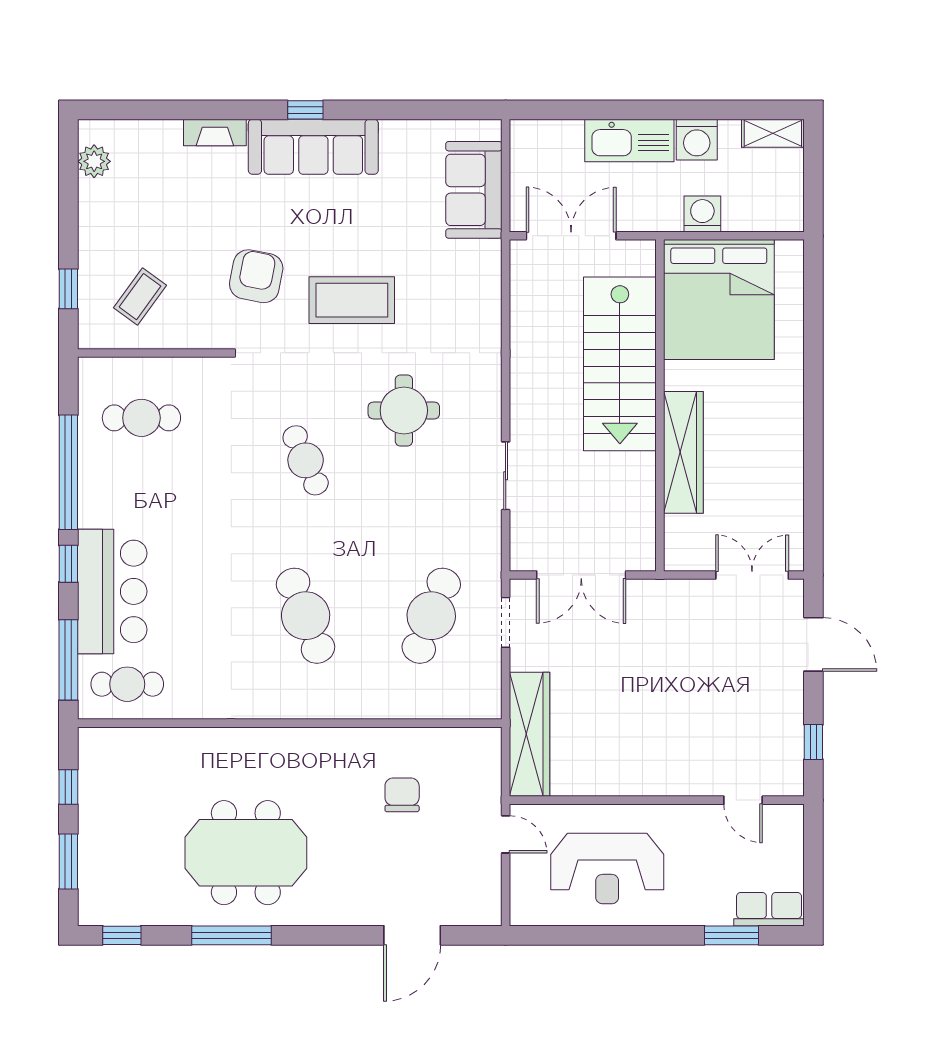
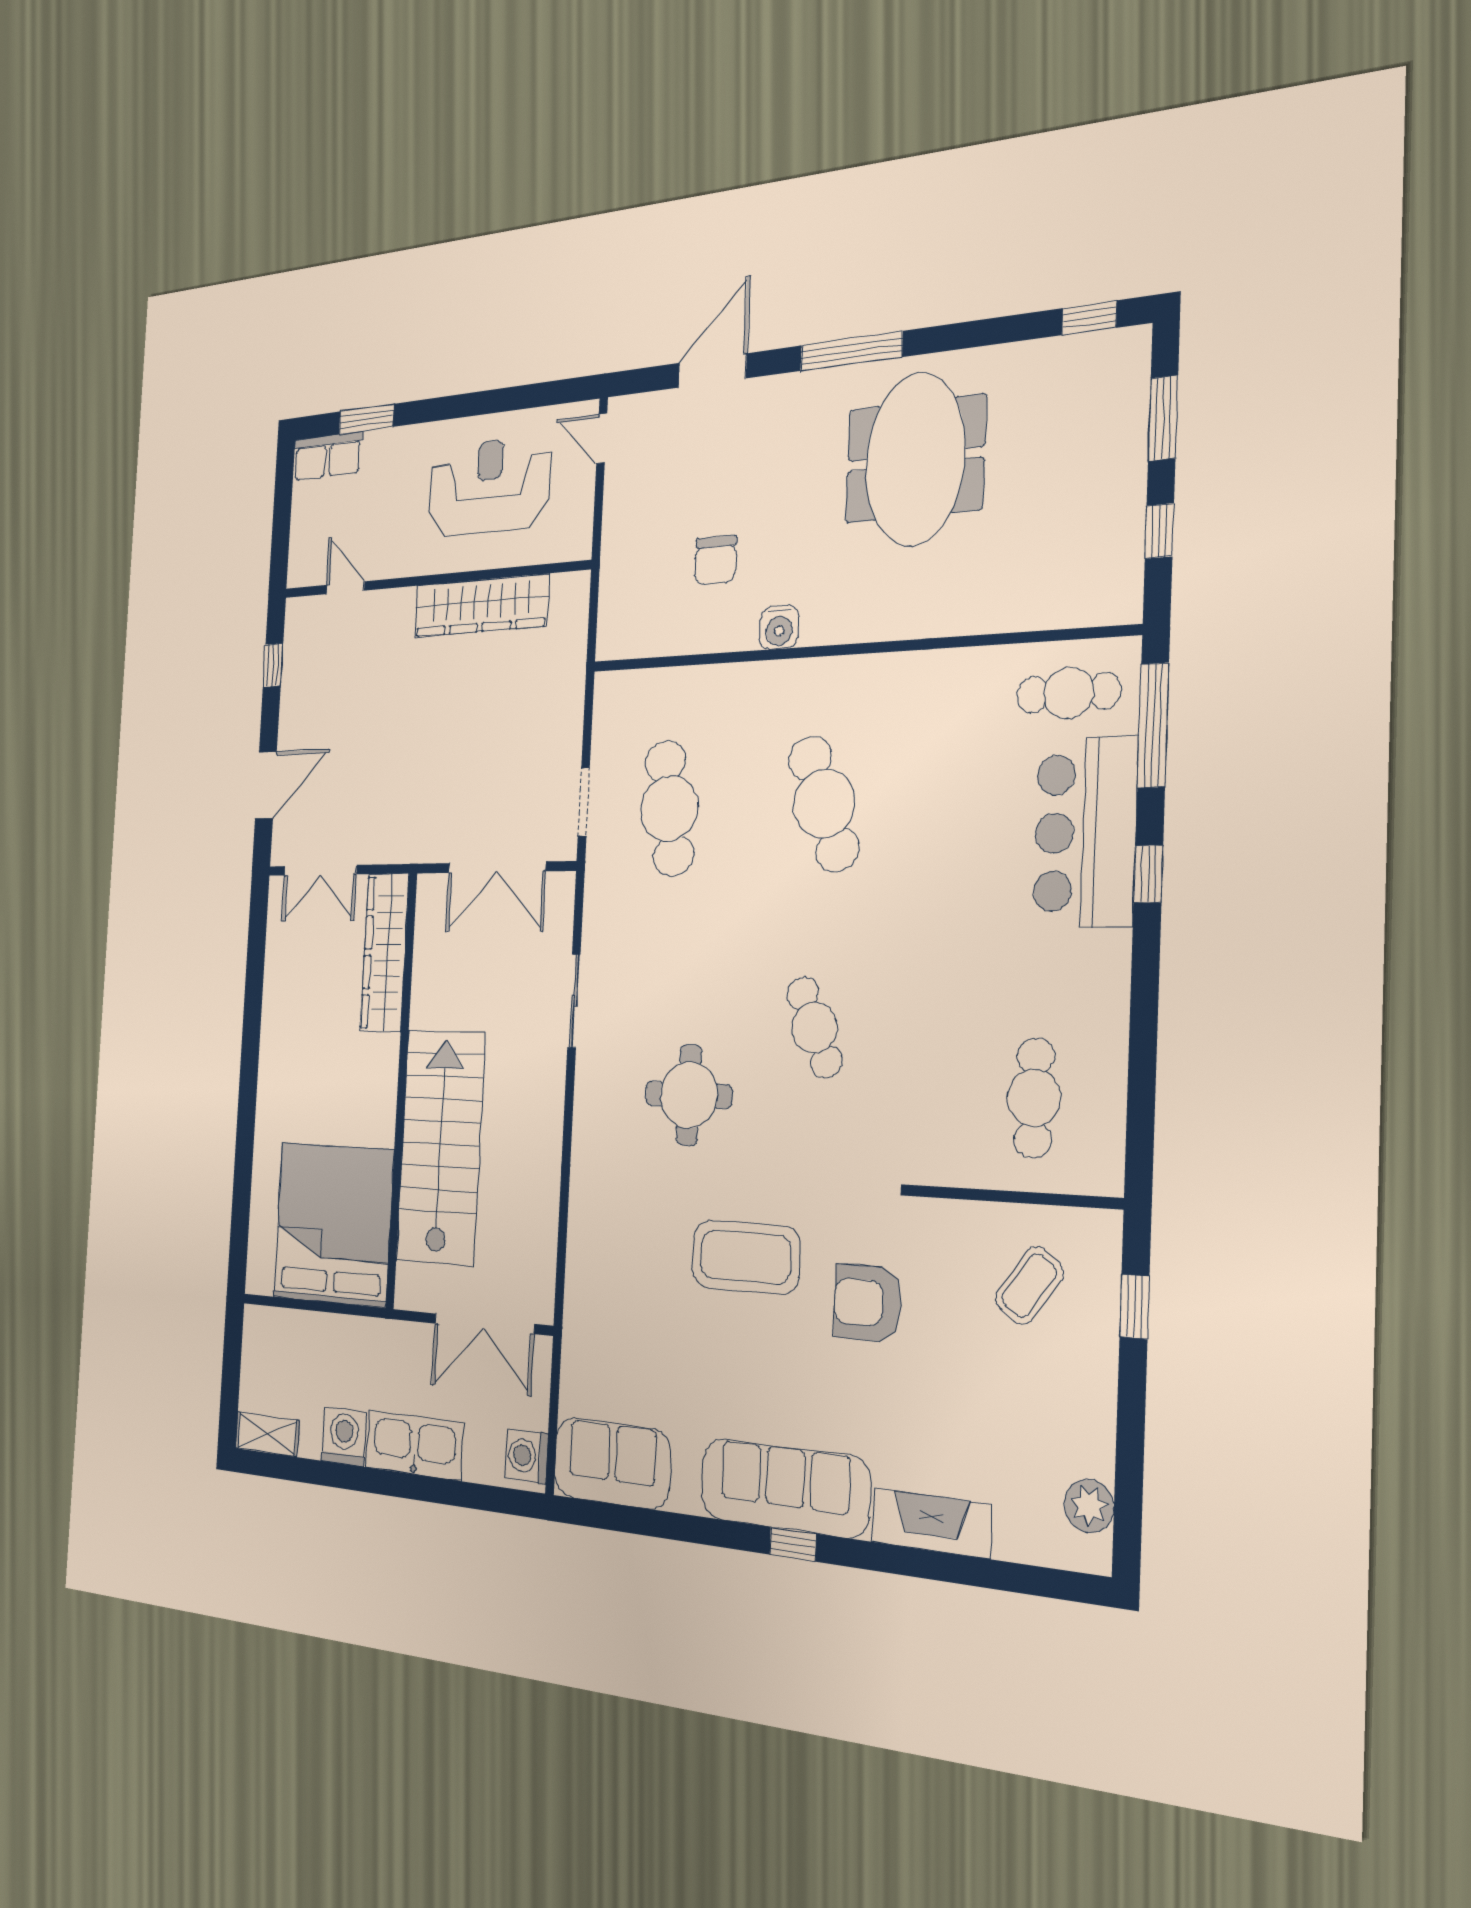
fireplace: (215, 133) -> (931, 1523), width x1.37, depth x1.32
sofa: (474, 190) -> (612, 1463), moved, turned -90
washing machine: (702, 214) -> (526, 1456), moved, turned 90
armchair: (256, 276) -> (868, 1303), turned 79
cafe table: (141, 418) -> (1034, 1098), turned 90
wardrobe: (683, 452) -> (385, 952), moved
window: (68, 472) -> (1144, 1017), removed
double door: (581, 575) -> (497, 867), swing flipped
cafe table: (431, 616) -> (669, 808), turned -30
door: (813, 644) -> (266, 785), swing flipped
wardrobe: (529, 734) -> (481, 606), moved, turned -90
water cooler: (347, 742) -> (779, 627), added
door: (506, 834) -> (602, 438), moved
meeting table: (246, 853) -> (915, 459), turned 90
window: (232, 935) -> (851, 351), moved

